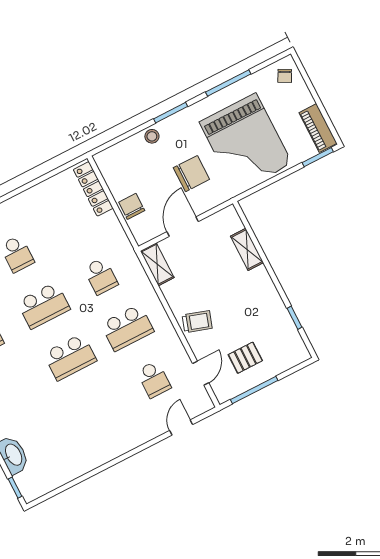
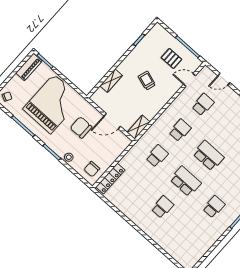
chair: (132, 206) -> (92, 169), moved
trolley: (197, 322) -> (147, 81), moved
school desk: (127, 328) -> (180, 130), width x0.54

